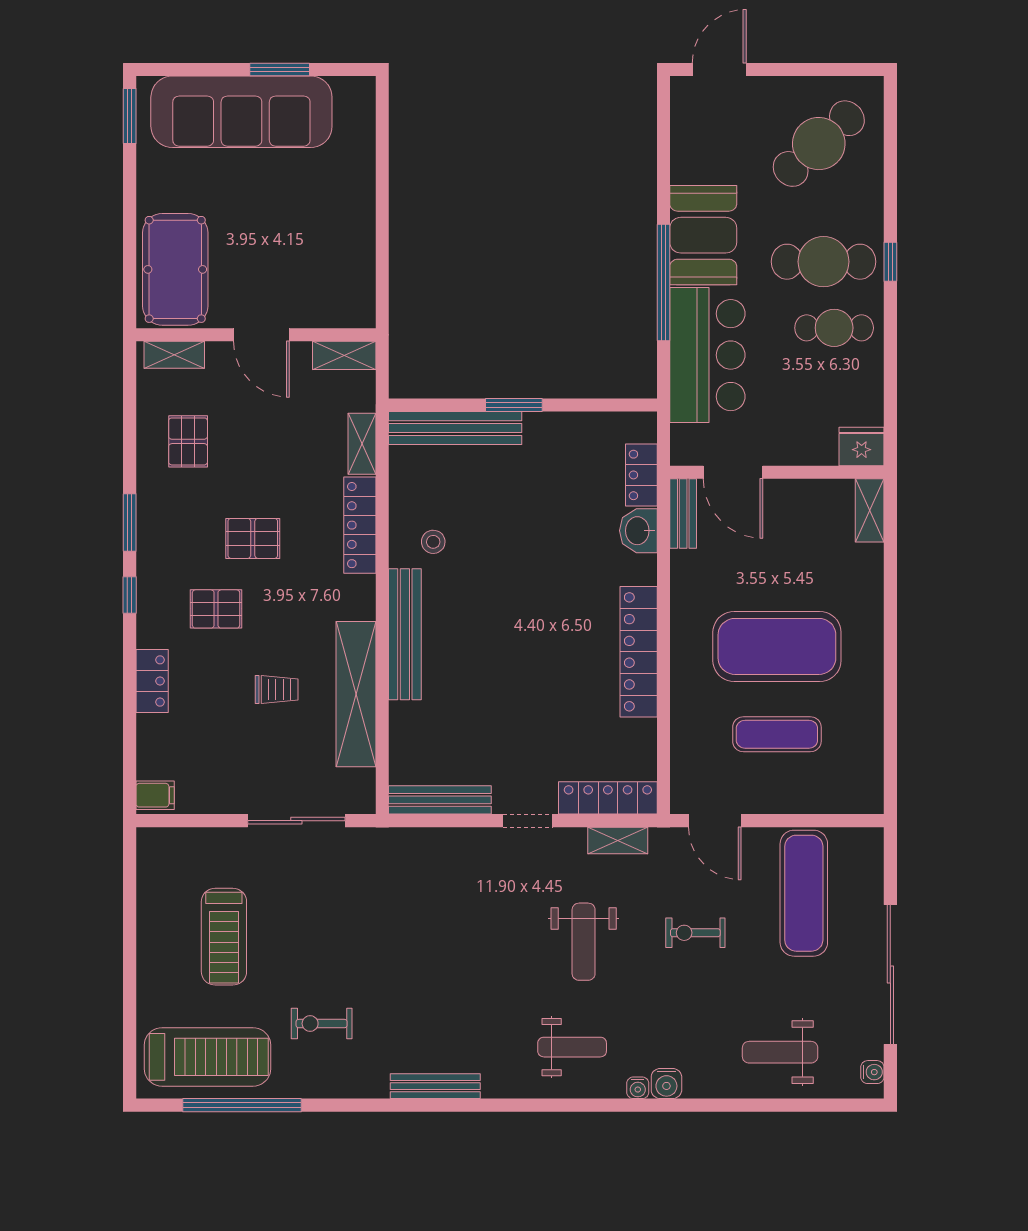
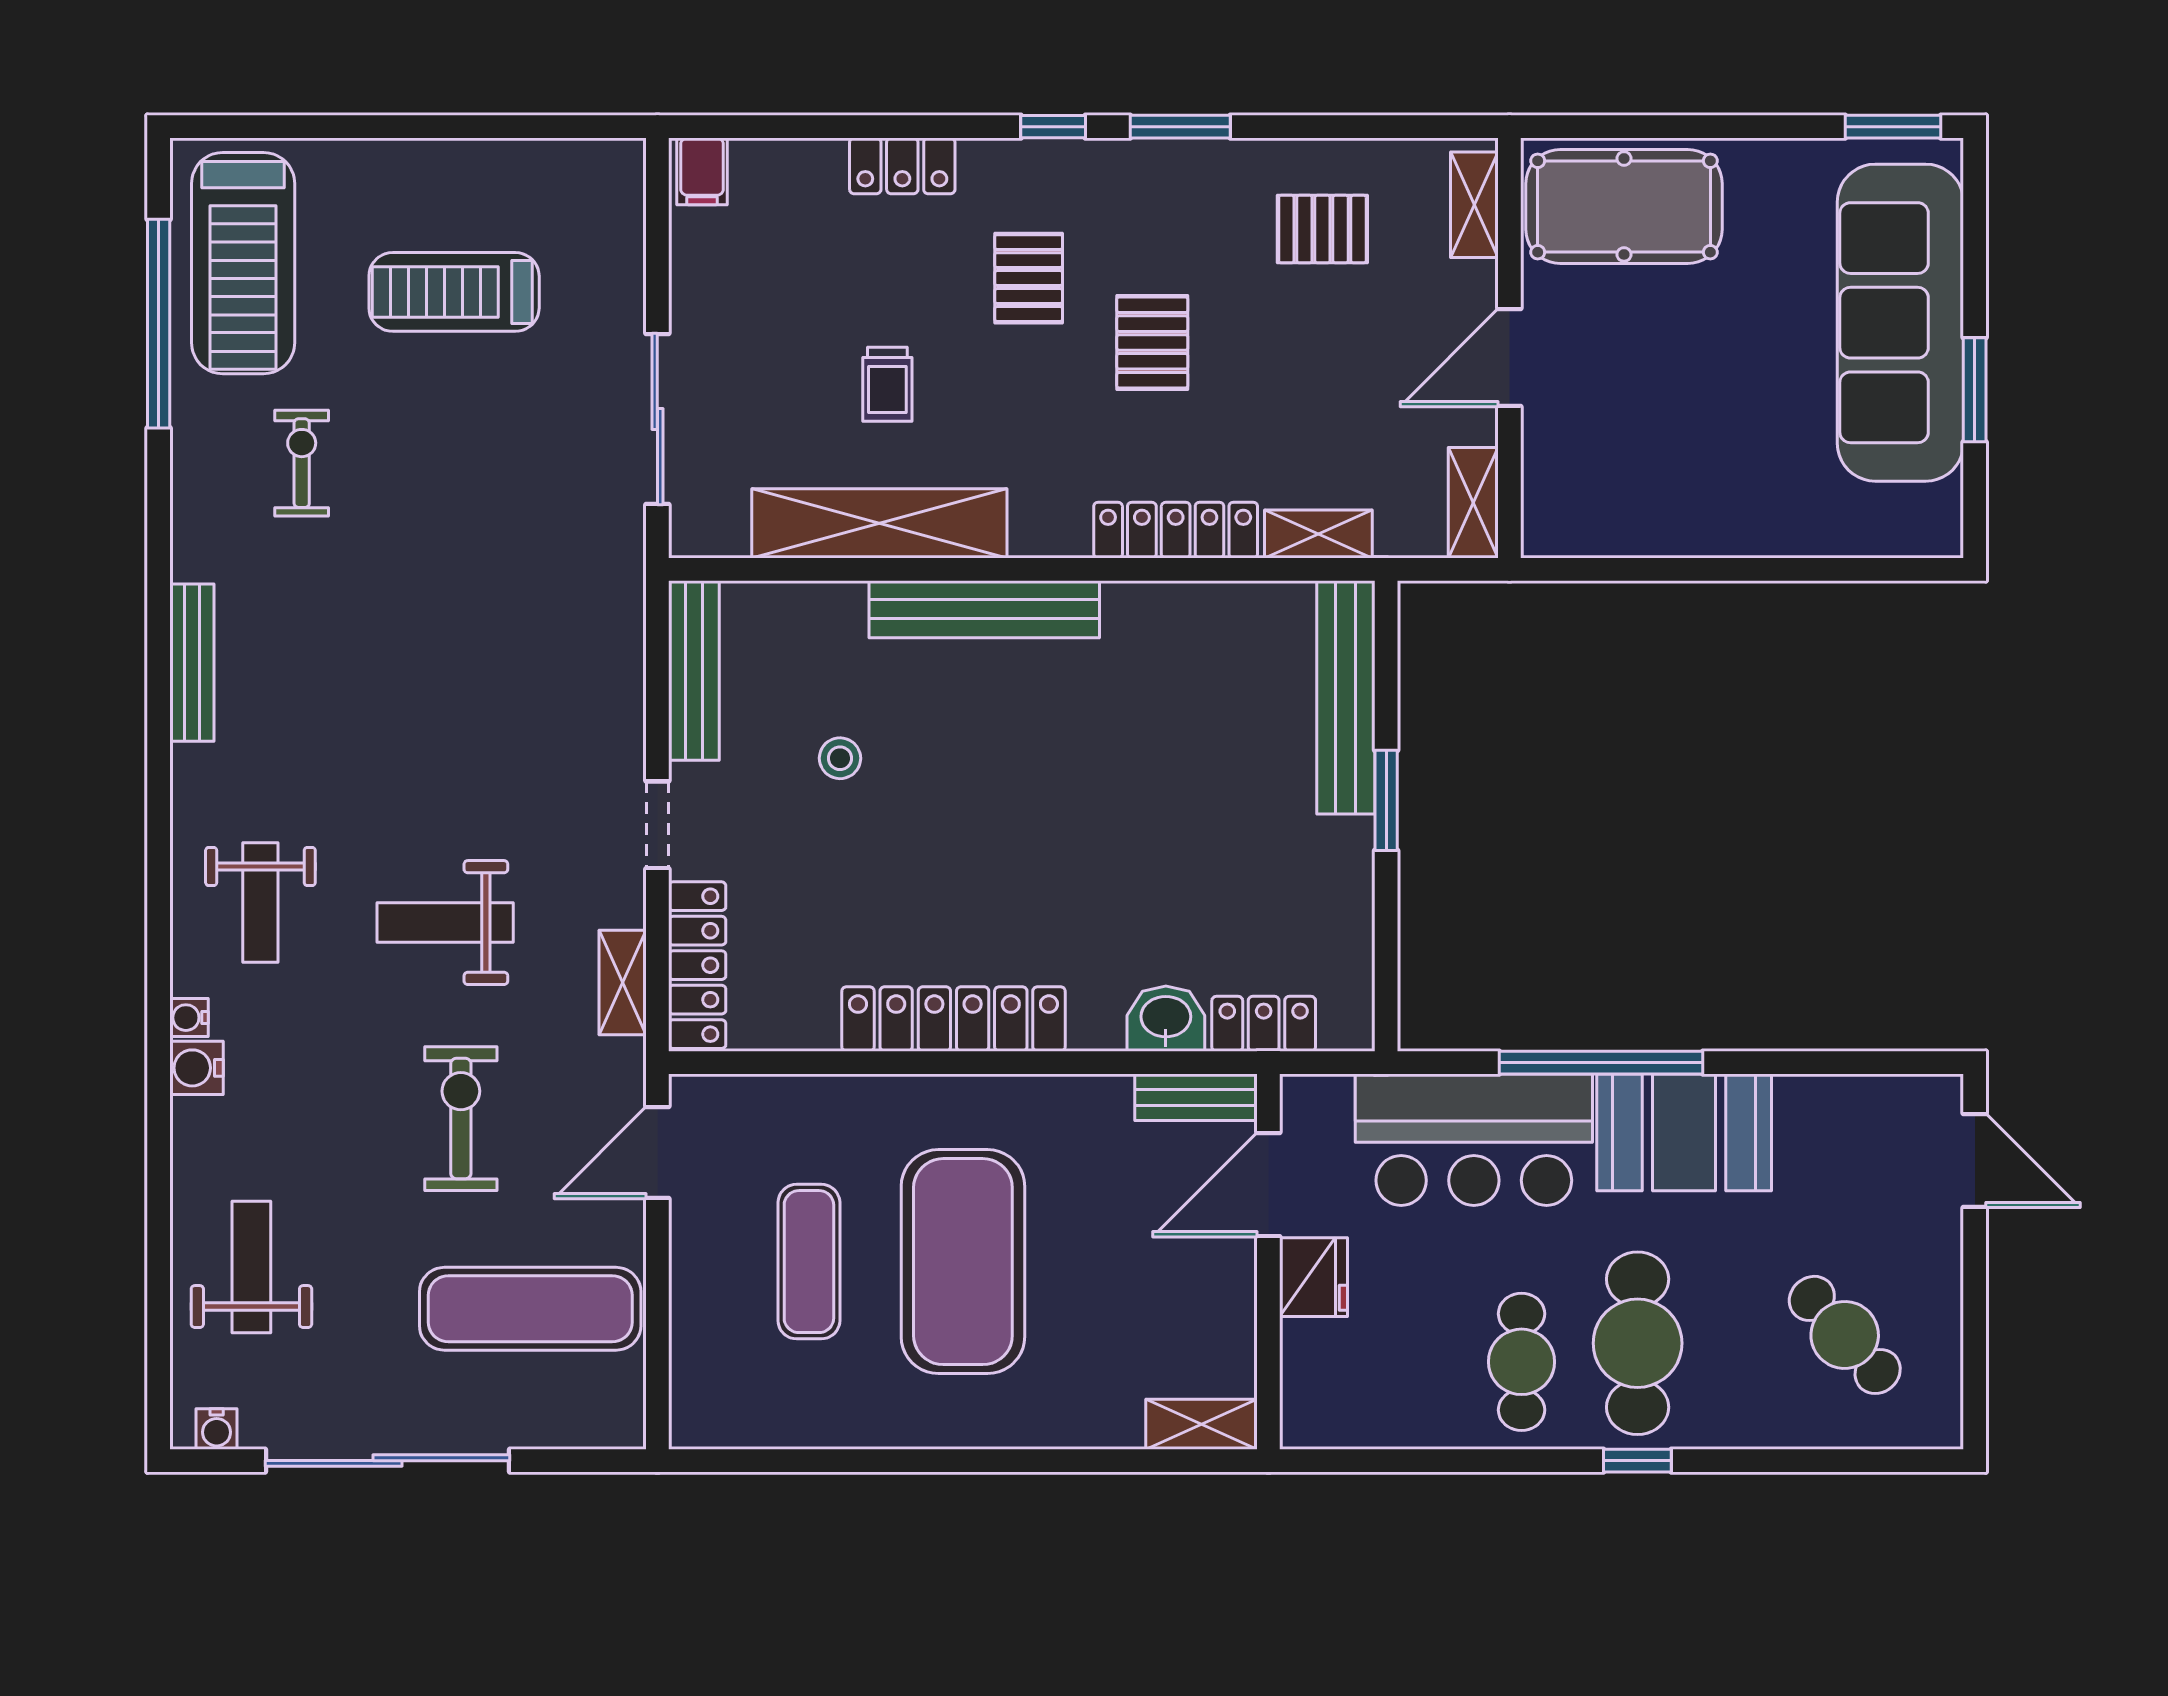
cafe table: (819, 144) -> (1845, 1335), width x0.73, depth x0.74
fridge: (862, 446) -> (1314, 1277), moved
stool: (433, 542) -> (840, 758), moved
exercise bike: (695, 933) -> (461, 1119), width x1.38, depth x1.39

